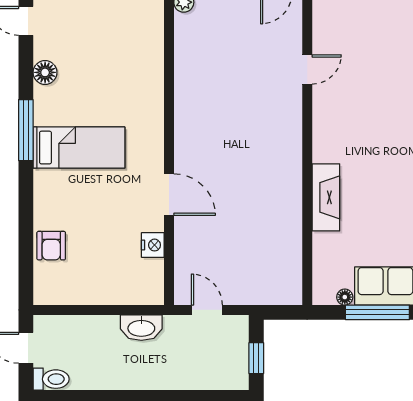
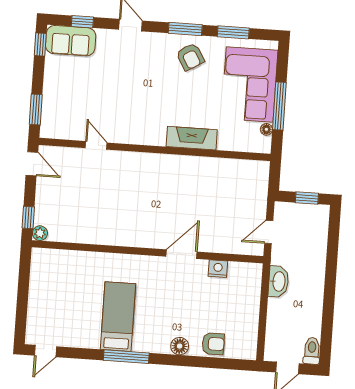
floor lamp: (45, 72) -> (180, 346), moved
bed: (79, 148) -> (118, 317), moved

